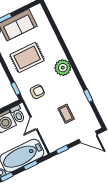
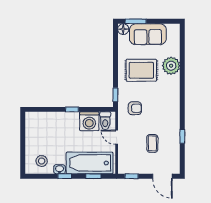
plant: (63, 68) -> (171, 66), moved
door: (34, 123) -> (117, 137), hinge flipped

